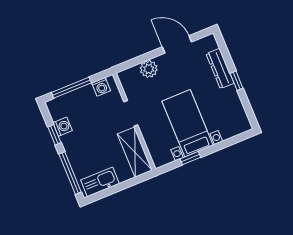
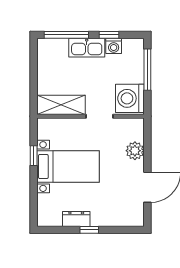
dresser: (220, 69) -> (76, 219), moved, width x0.70
washing machine: (101, 87) -> (130, 98), width x1.89, depth x1.89
kitchen sink: (100, 182) -> (87, 48), moved, turned 90

